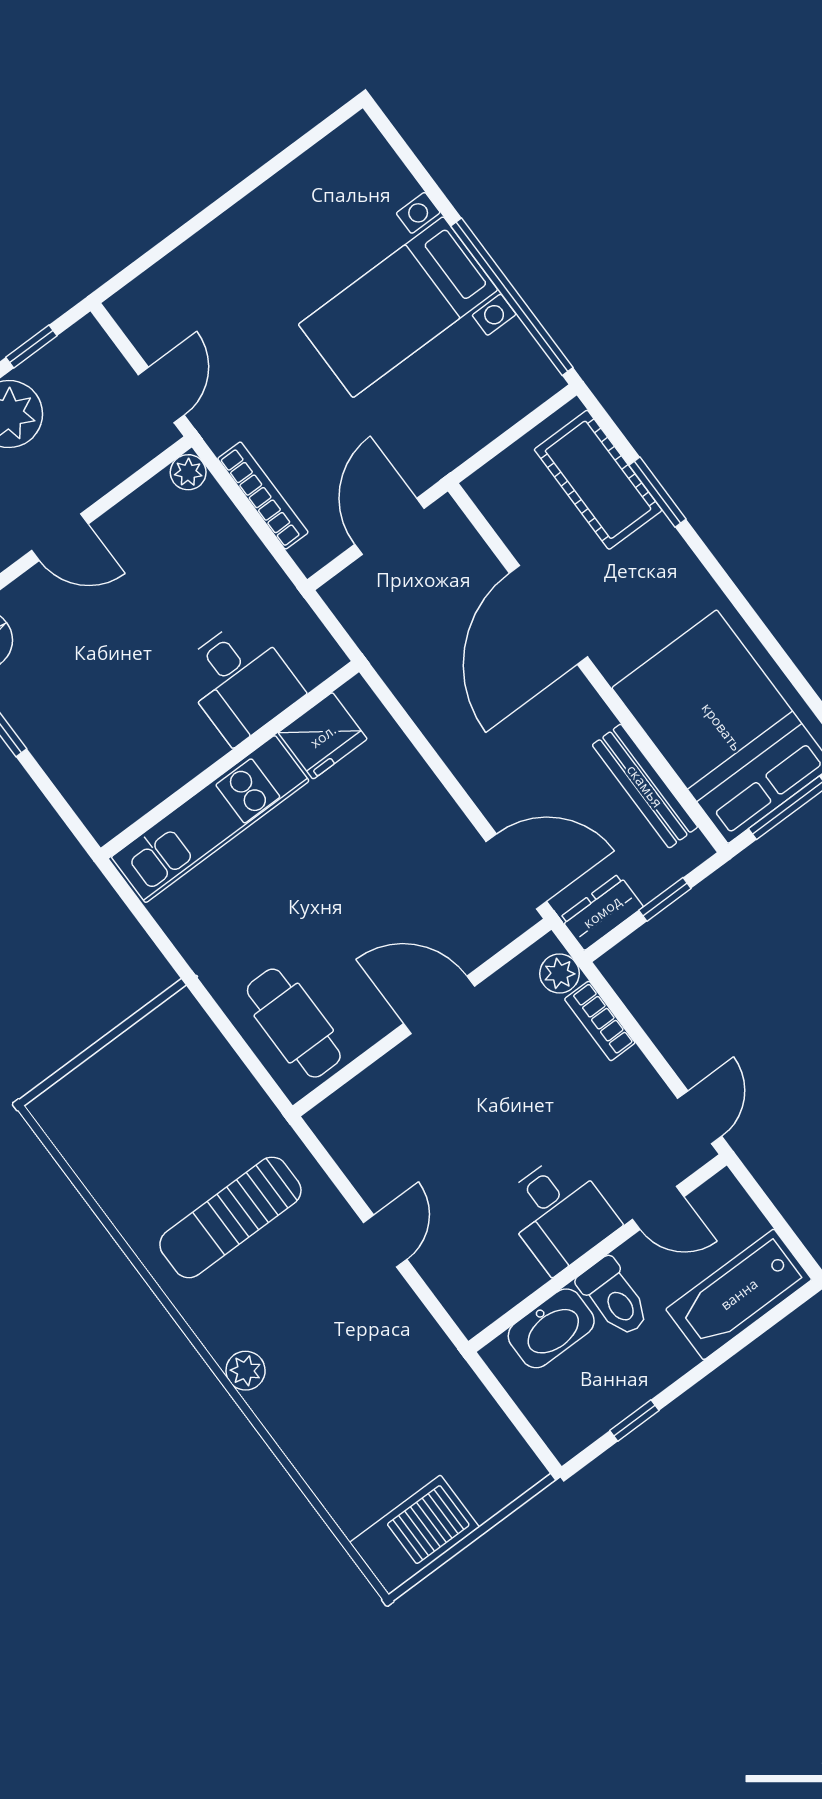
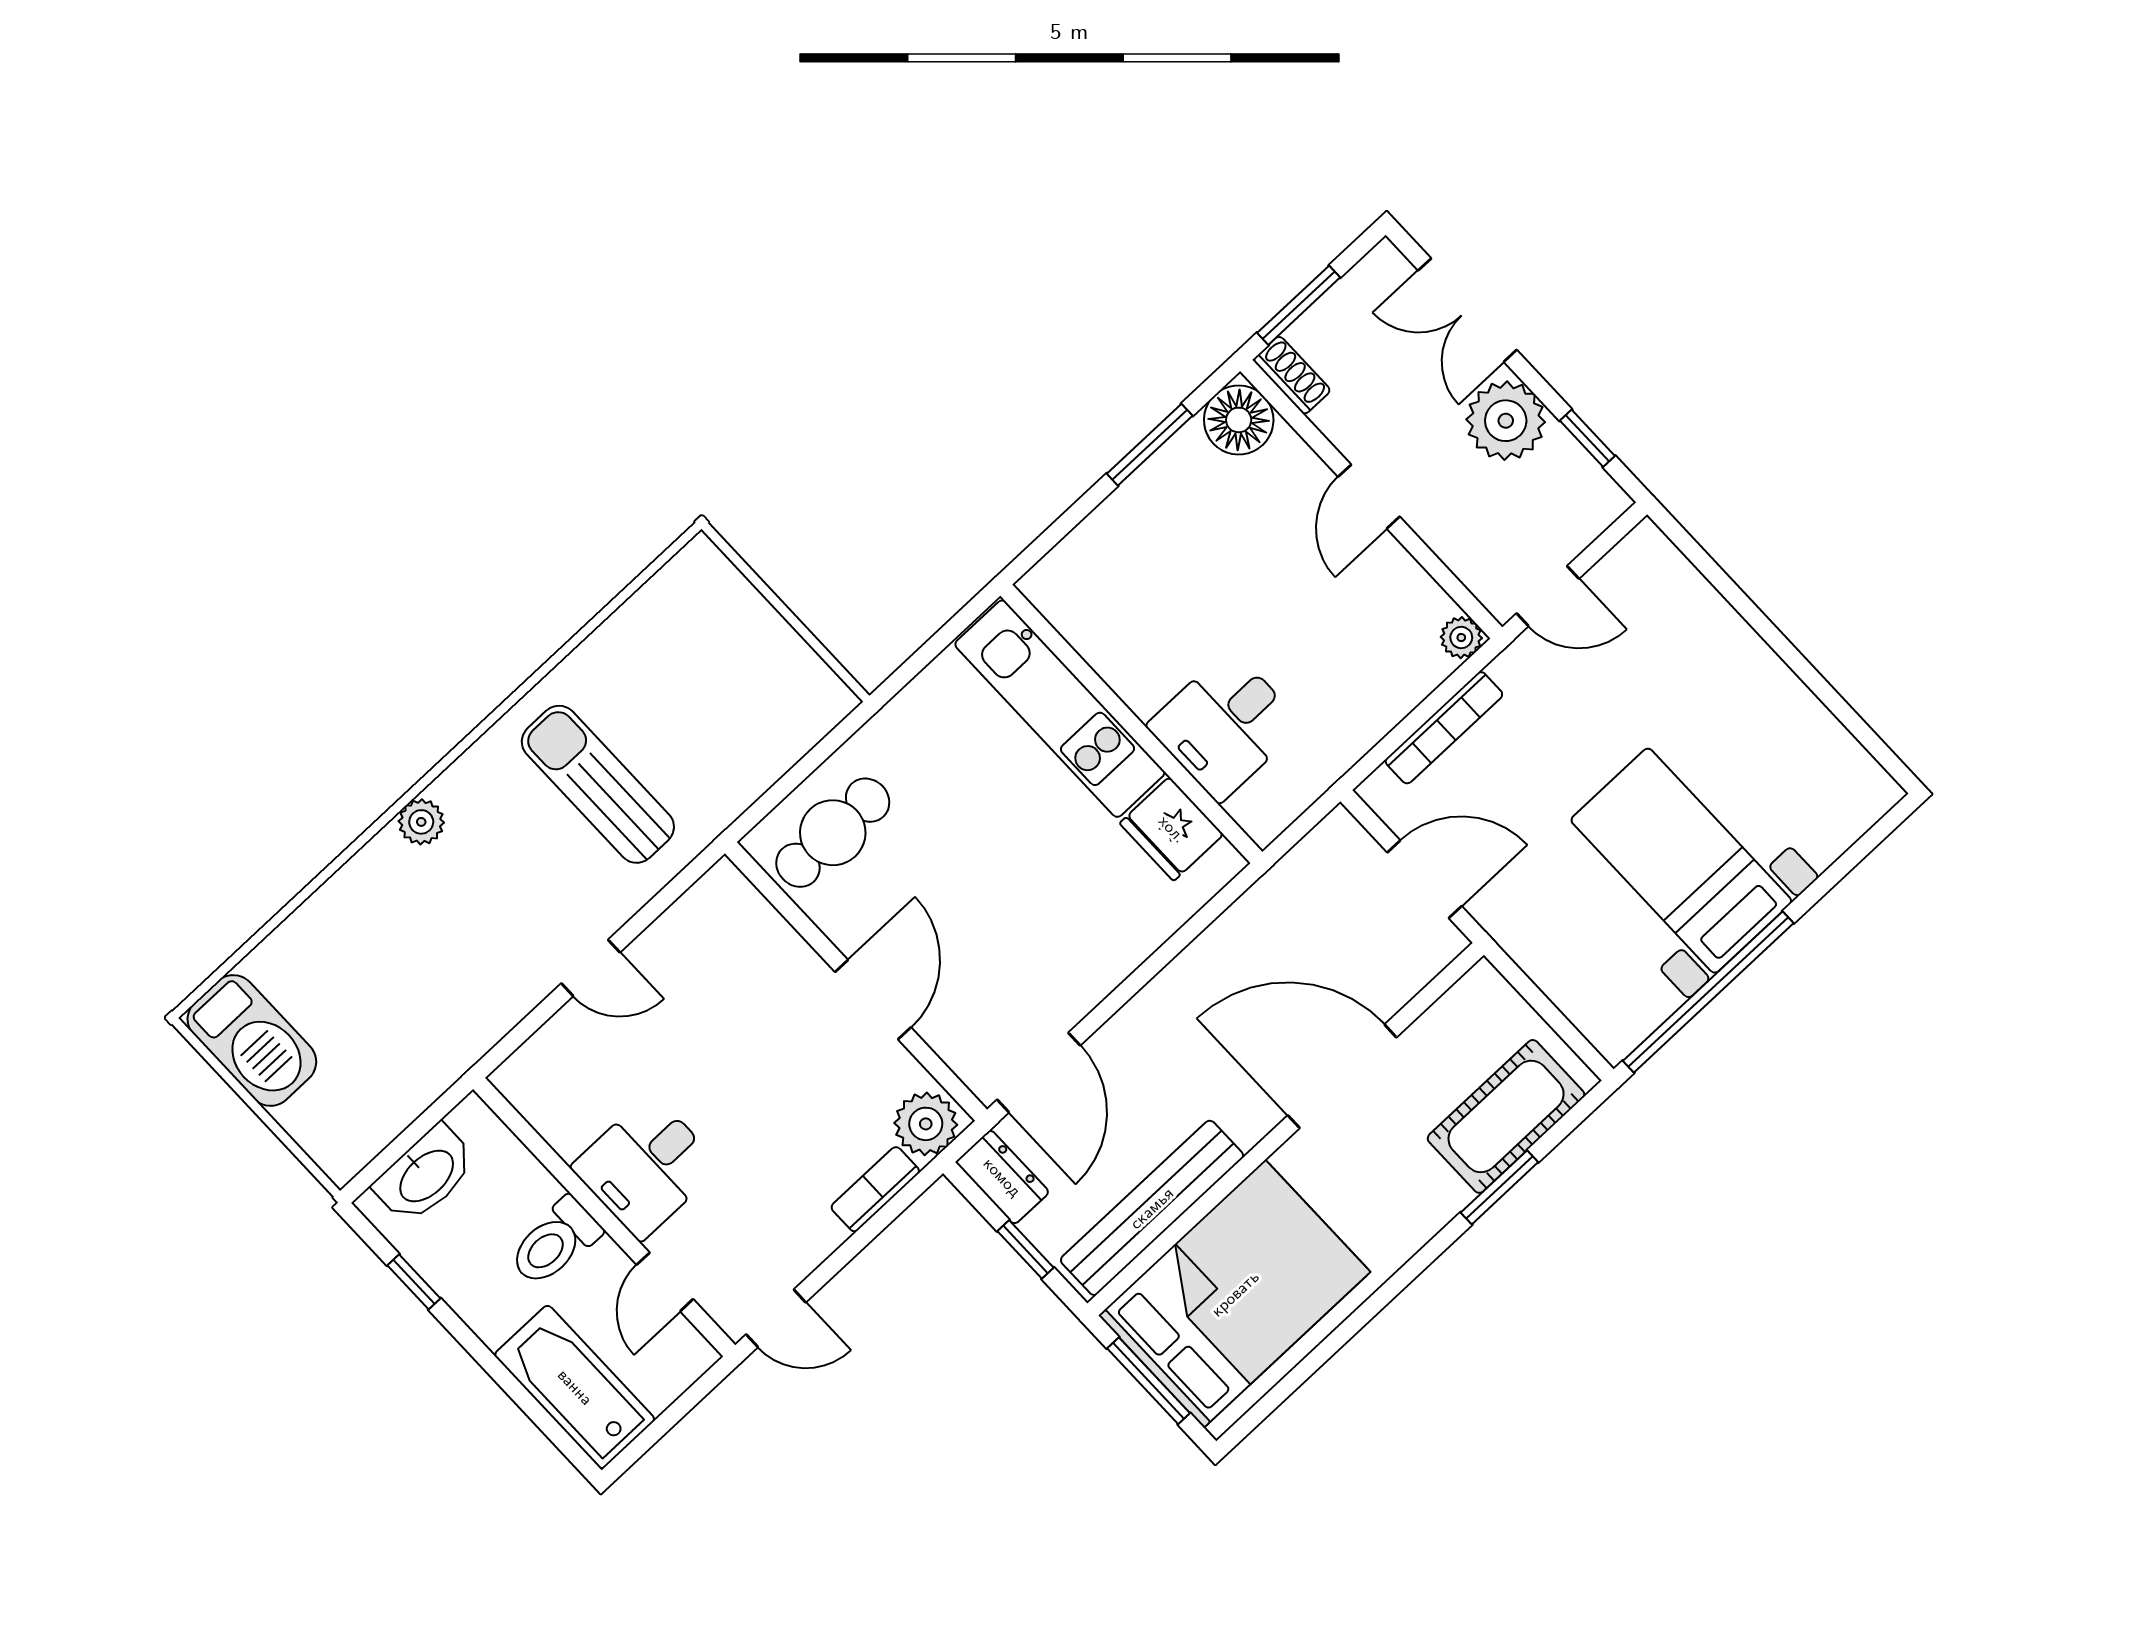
bench: (645, 786) -> (1152, 1208), width x1.37, depth x1.21
plant: (559, 973) -> (926, 1124), width x1.38, depth x1.38
washbasin: (551, 1328) -> (425, 1175), moved, turned -90

